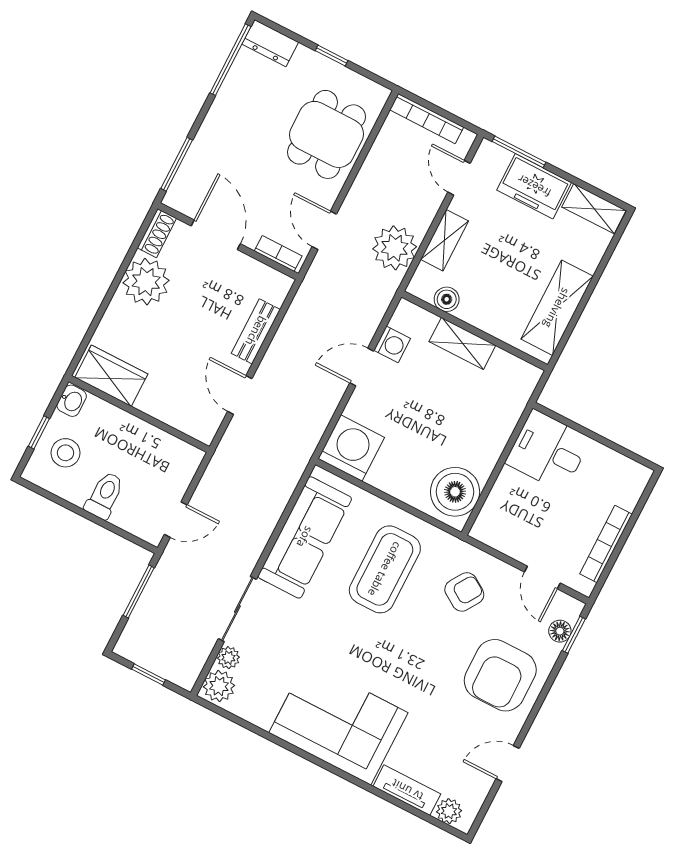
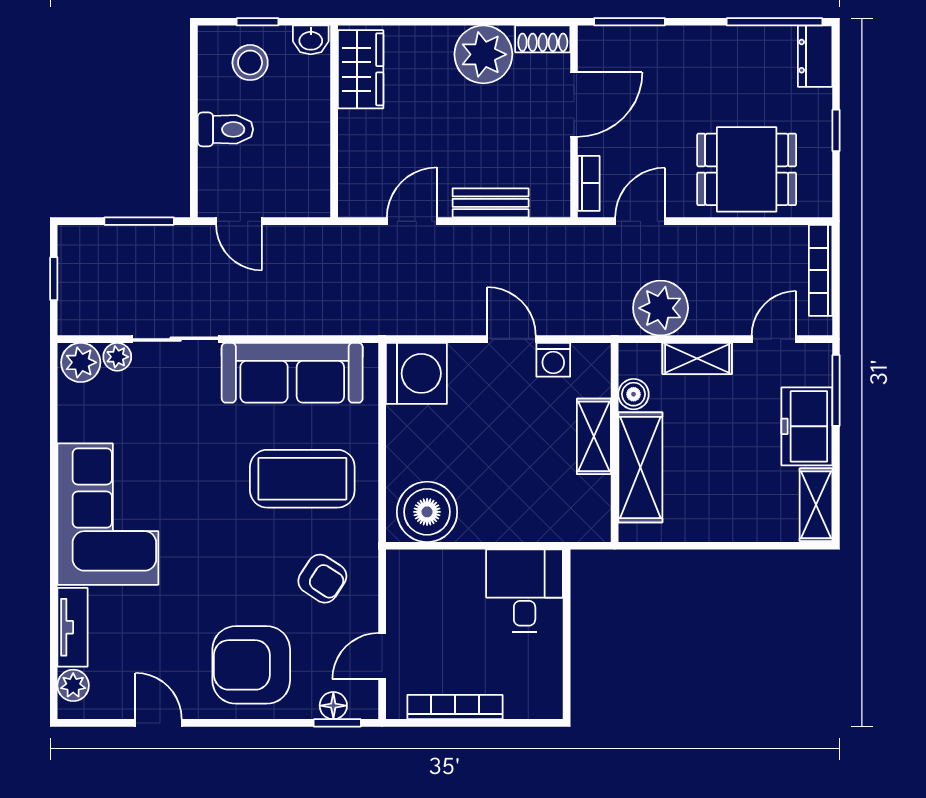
shelving: (557, 308) -> (640, 467), moved, turned 90

